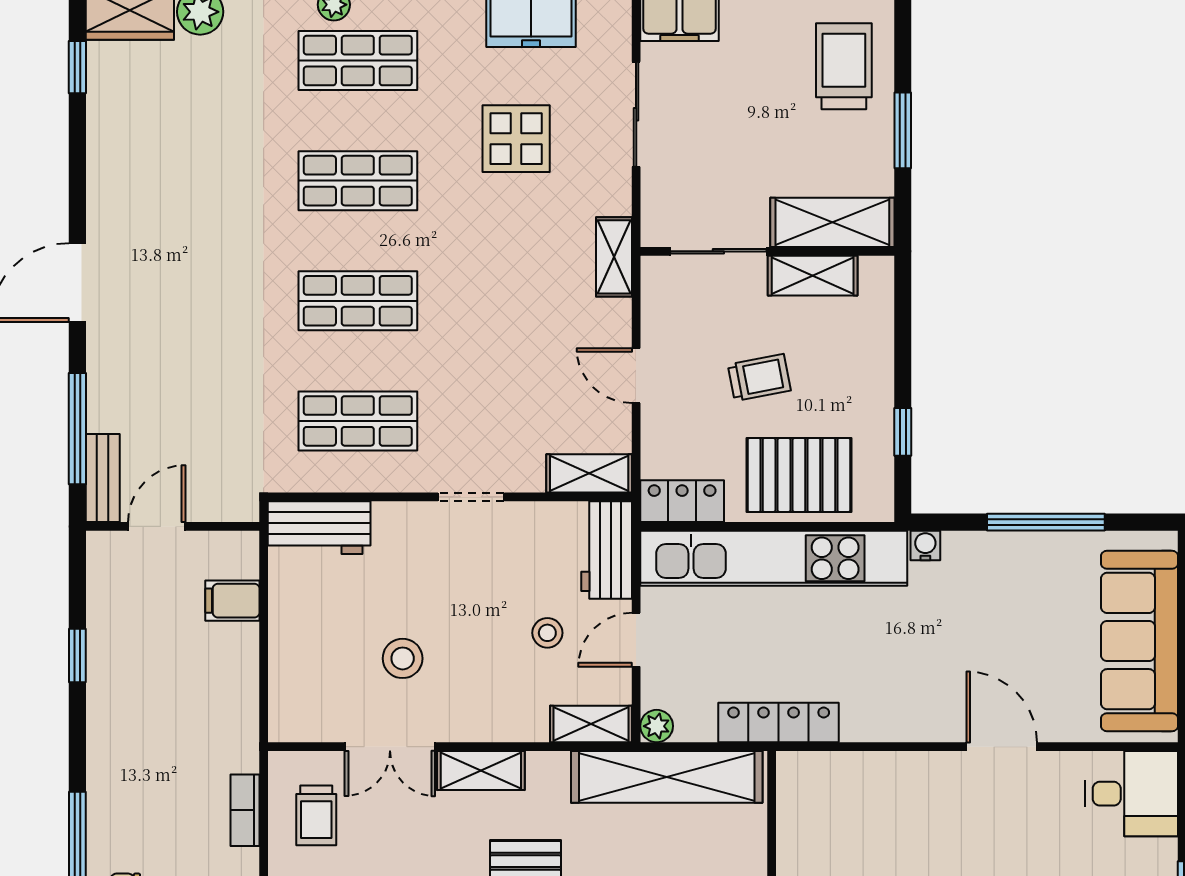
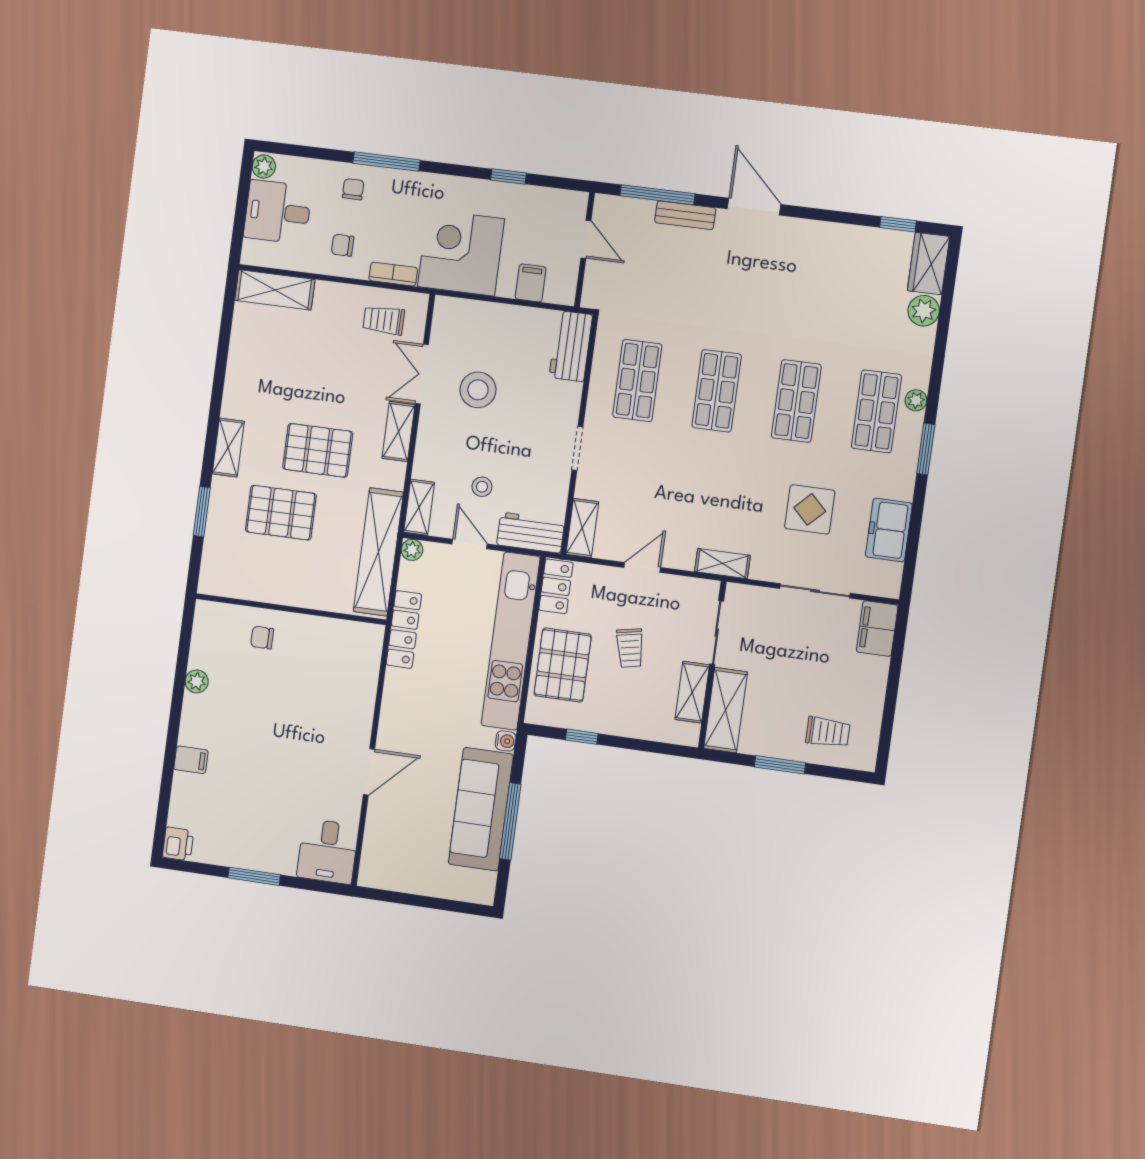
trolley: (844, 66) -> (828, 732), width x0.73, depth x0.72
bench: (103, 478) -> (685, 215), moved
sofa: (1140, 641) -> (481, 809), moved, turned -90
stool: (403, 658) -> (478, 390), width x1.38, depth x1.38
corner desk: (200, 712) -> (461, 253), added

